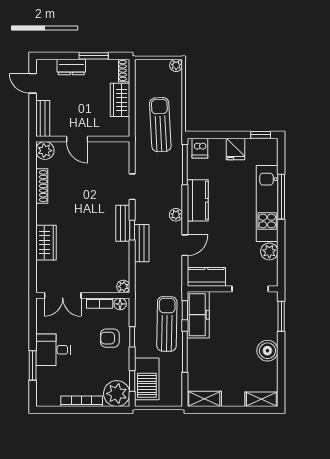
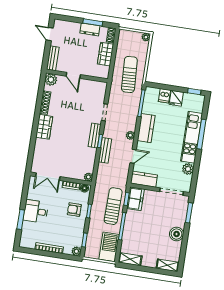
dresser: (71, 67) -> (90, 29), moved
dishwasher: (200, 148) -> (164, 96), moved
wardrobe: (46, 243) -> (44, 127), moved
freezer: (198, 315) -> (135, 199), width x0.71
barbecue: (147, 379) -> (109, 247), moved, turned 180
plant: (117, 394) -> (76, 251), width x0.53, depth x0.53

